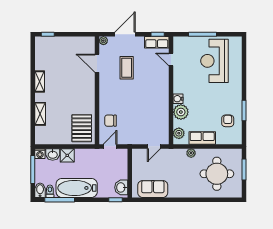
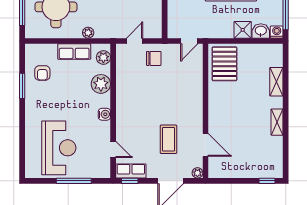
water cooler: (178, 99) -> (104, 114), moved
chair: (110, 121) -> (154, 58), moved

